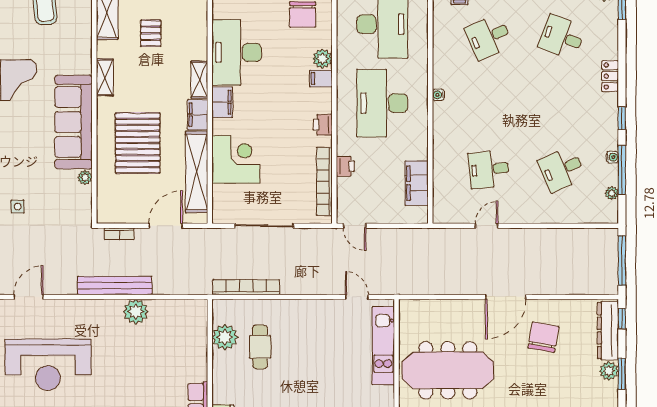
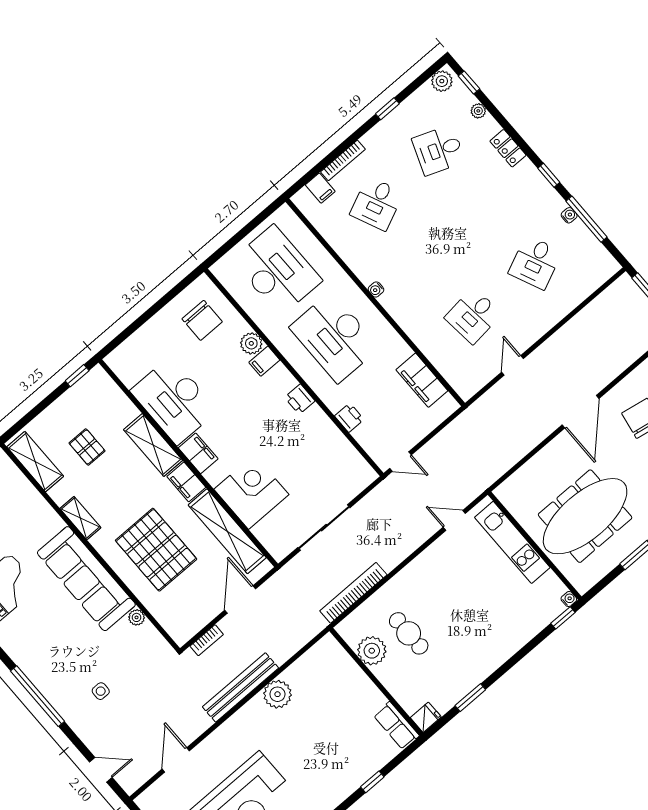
shelving: (199, 80) -> (153, 445), width x1.50, depth x1.33
bookcase: (324, 181) -> (343, 446), removed
plant: (612, 193) -> (478, 111), moved

